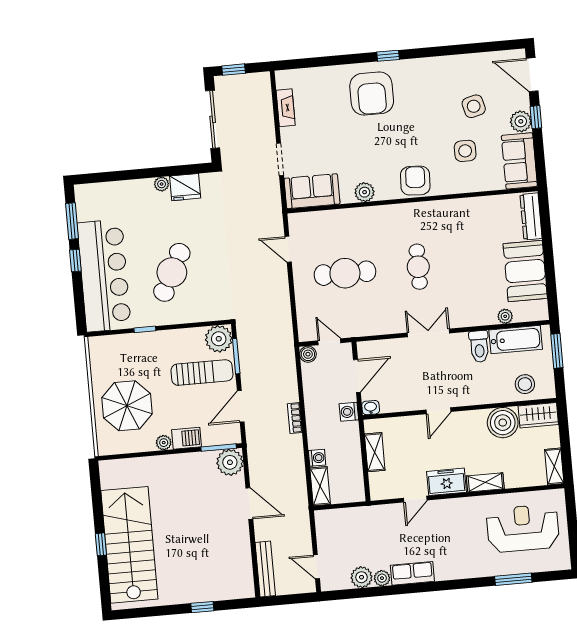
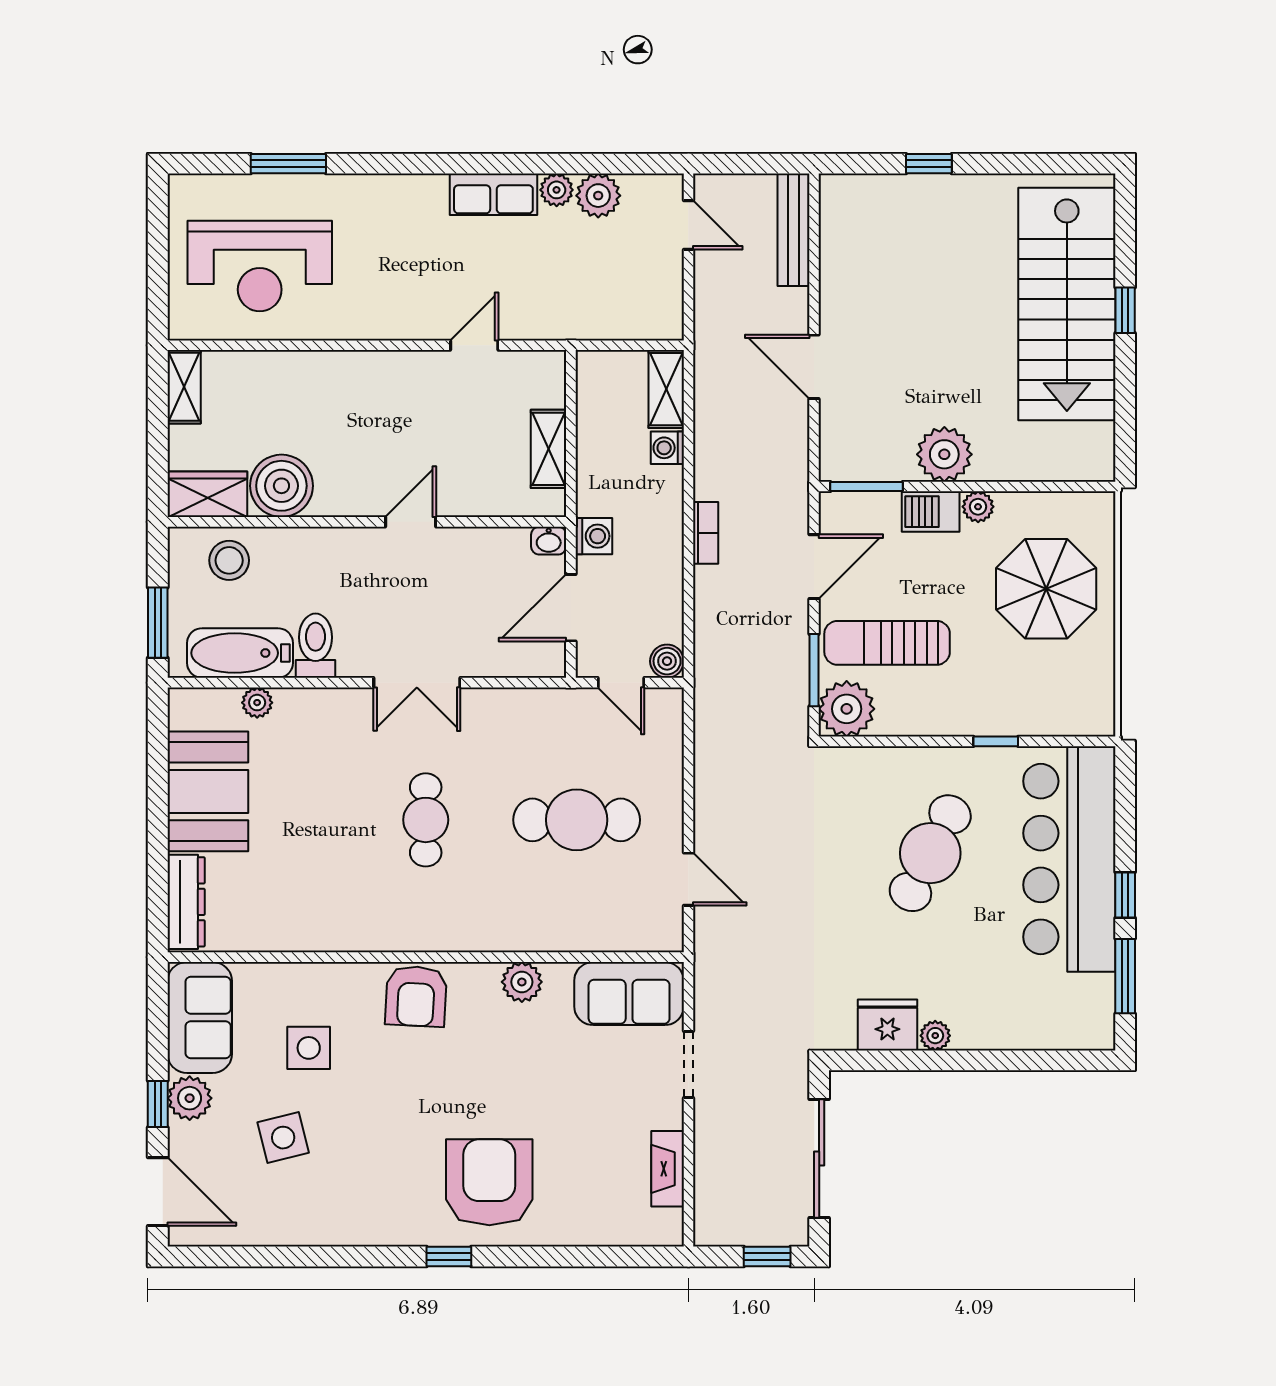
plant: (230, 462) -> (944, 454), moved
freezer: (447, 482) -> (407, 375), removed
shelving: (485, 482) -> (328, 367), removed

